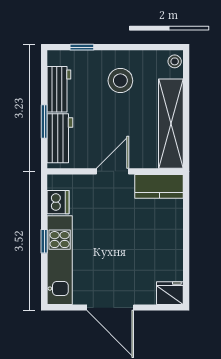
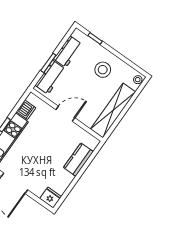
kitchen counter: (159, 186) -> (78, 160), moved, turned 90

